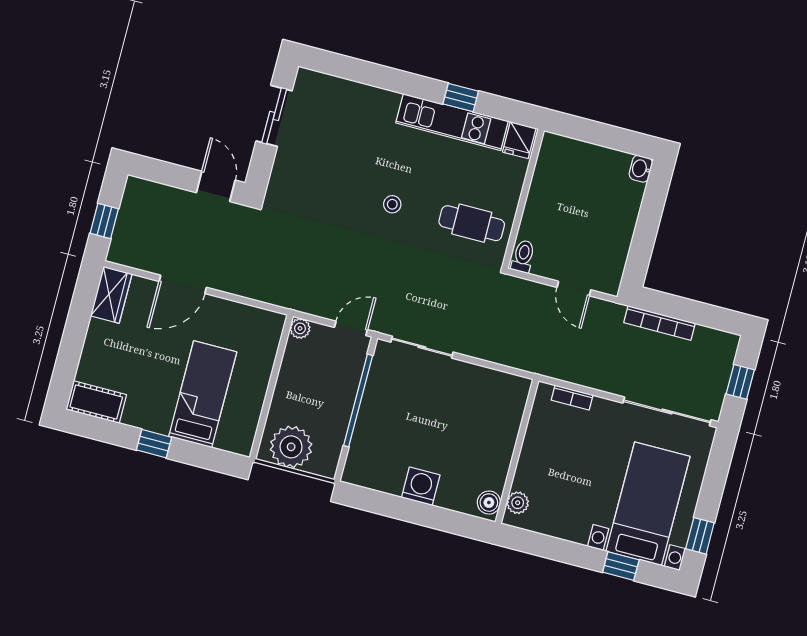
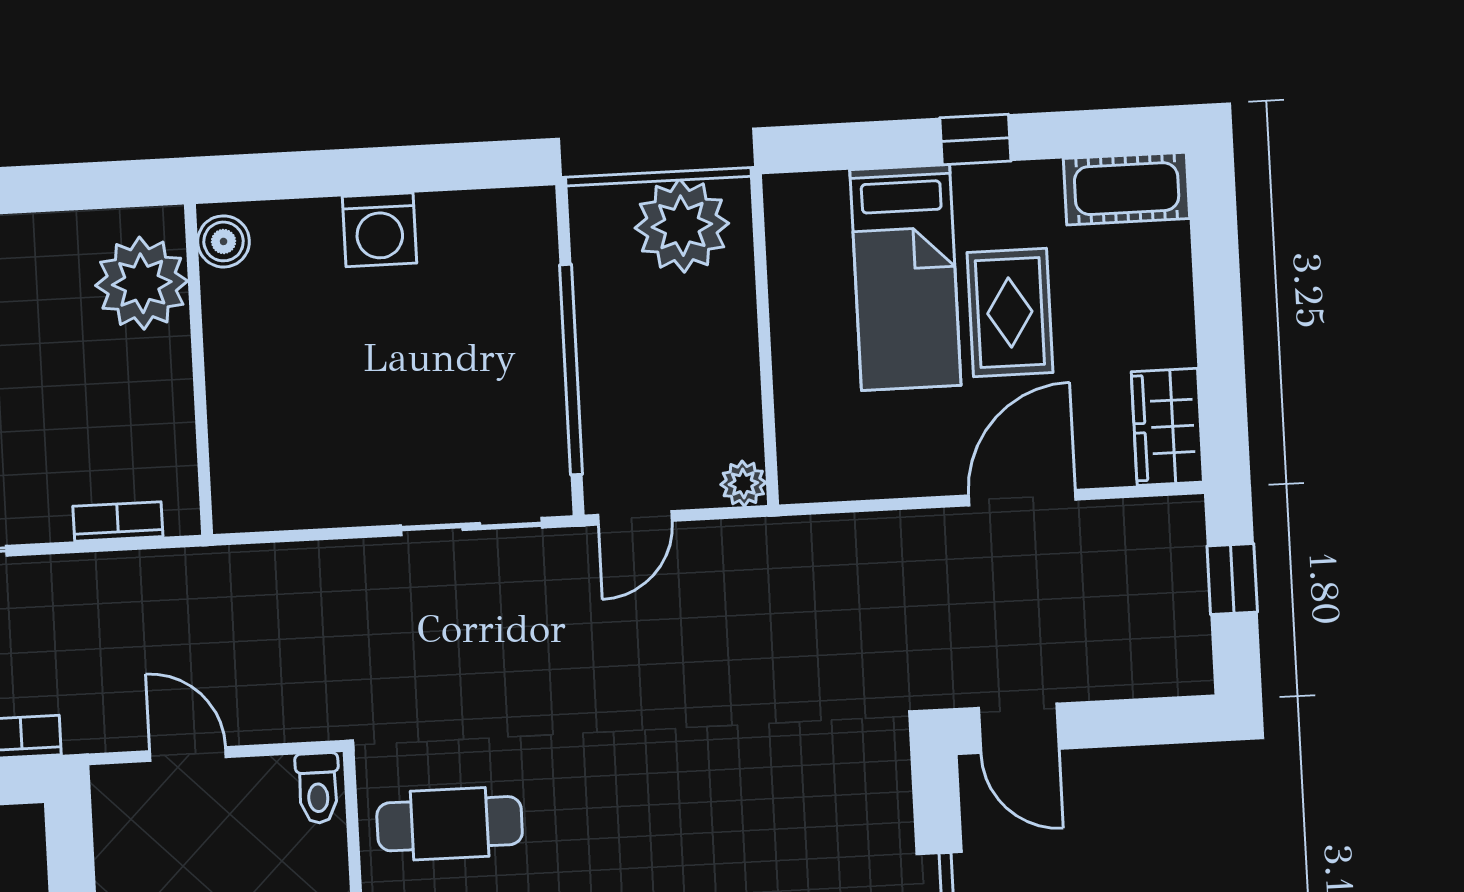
stool: (392, 204) -> (631, 810), removed
rug: (163, 365) -> (1010, 312), added
plant: (518, 503) -> (142, 283), width x1.87, depth x1.87

